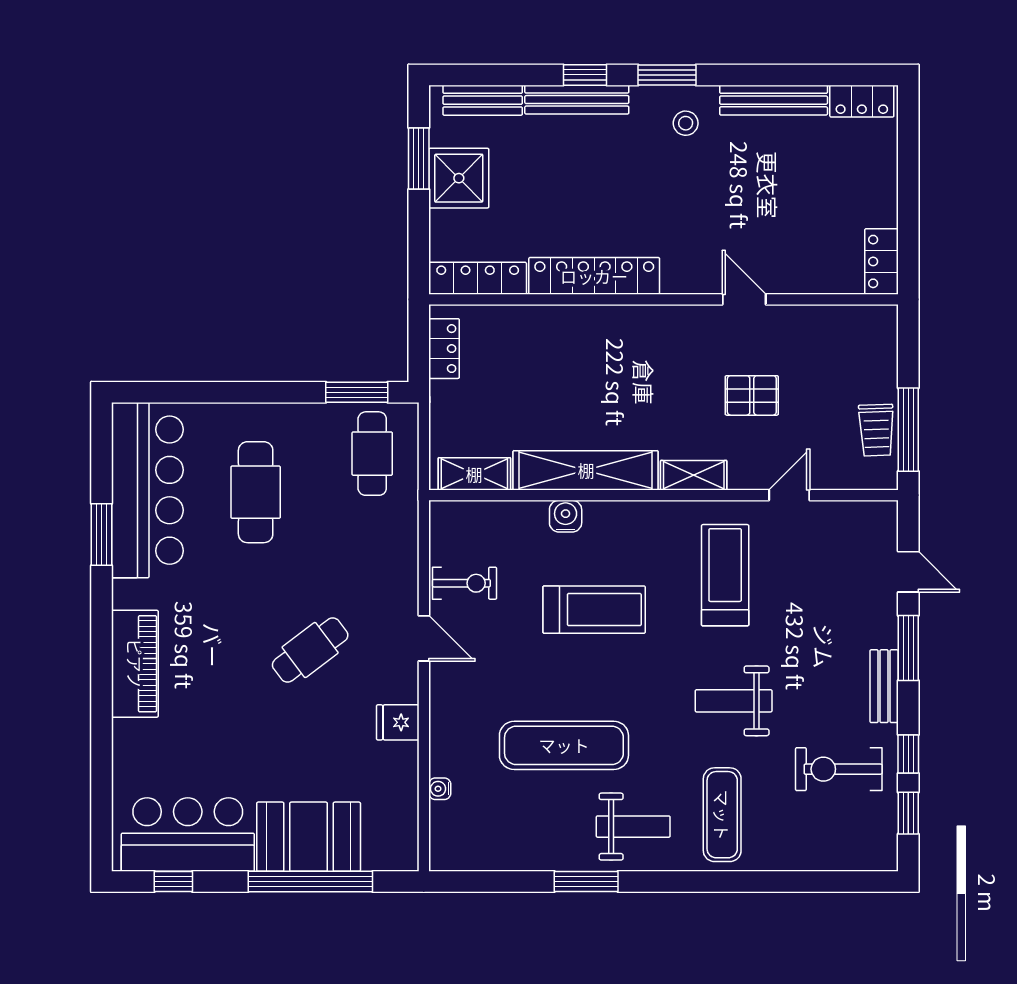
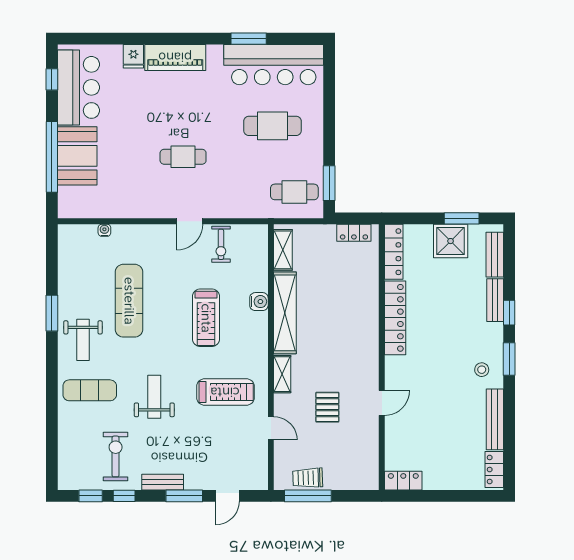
bench: (577, 100) -> (495, 300), width x0.73
cafe table: (310, 650) -> (183, 157), turned -53
fridge: (398, 722) -> (133, 56), moved, turned 180

